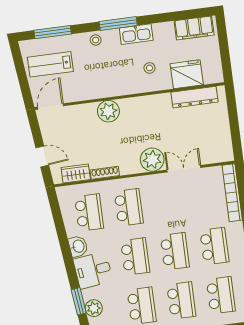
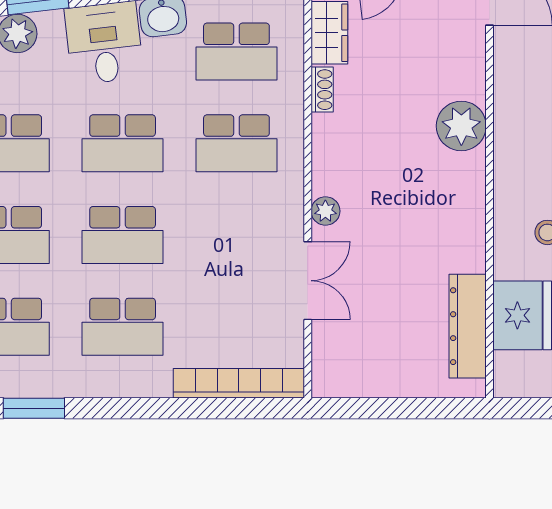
plant: (152, 160) -> (325, 211), width x0.53, depth x0.53
shoe rack: (105, 173) -> (322, 90), width x0.70

